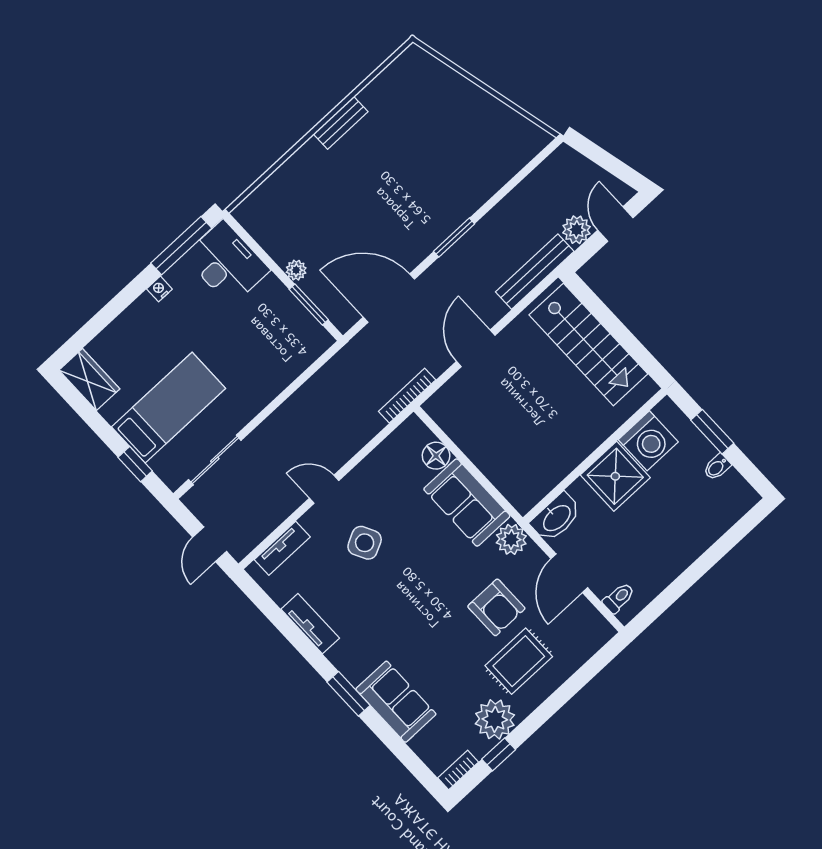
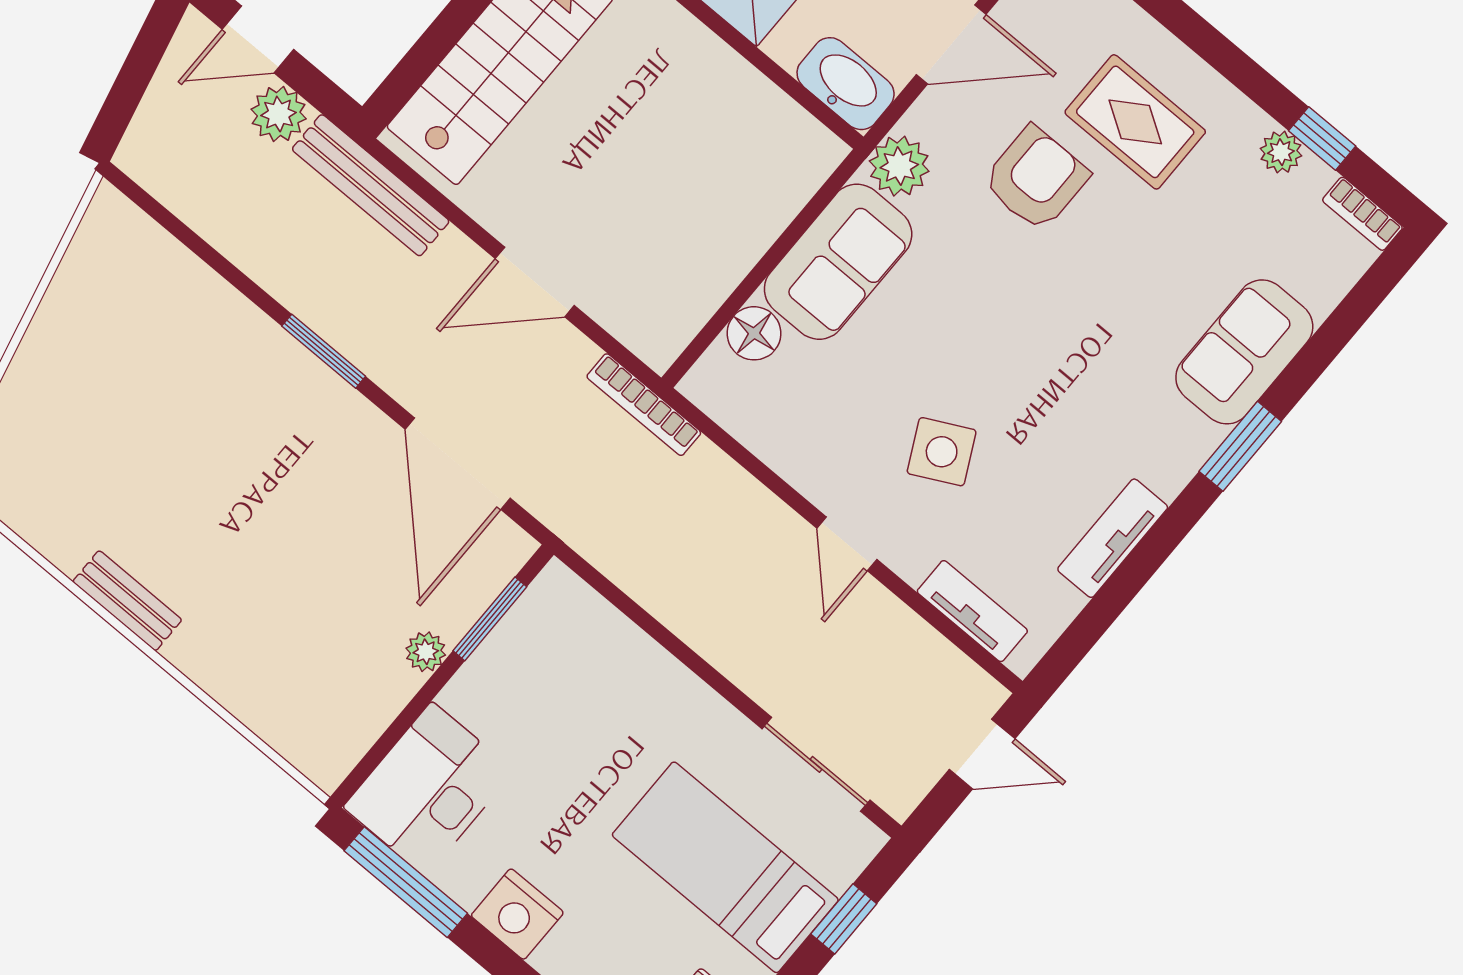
nightstand: (159, 289) -> (517, 914), width x1.89, depth x1.79
plant: (495, 719) -> (1281, 152), width x0.53, depth x0.53

